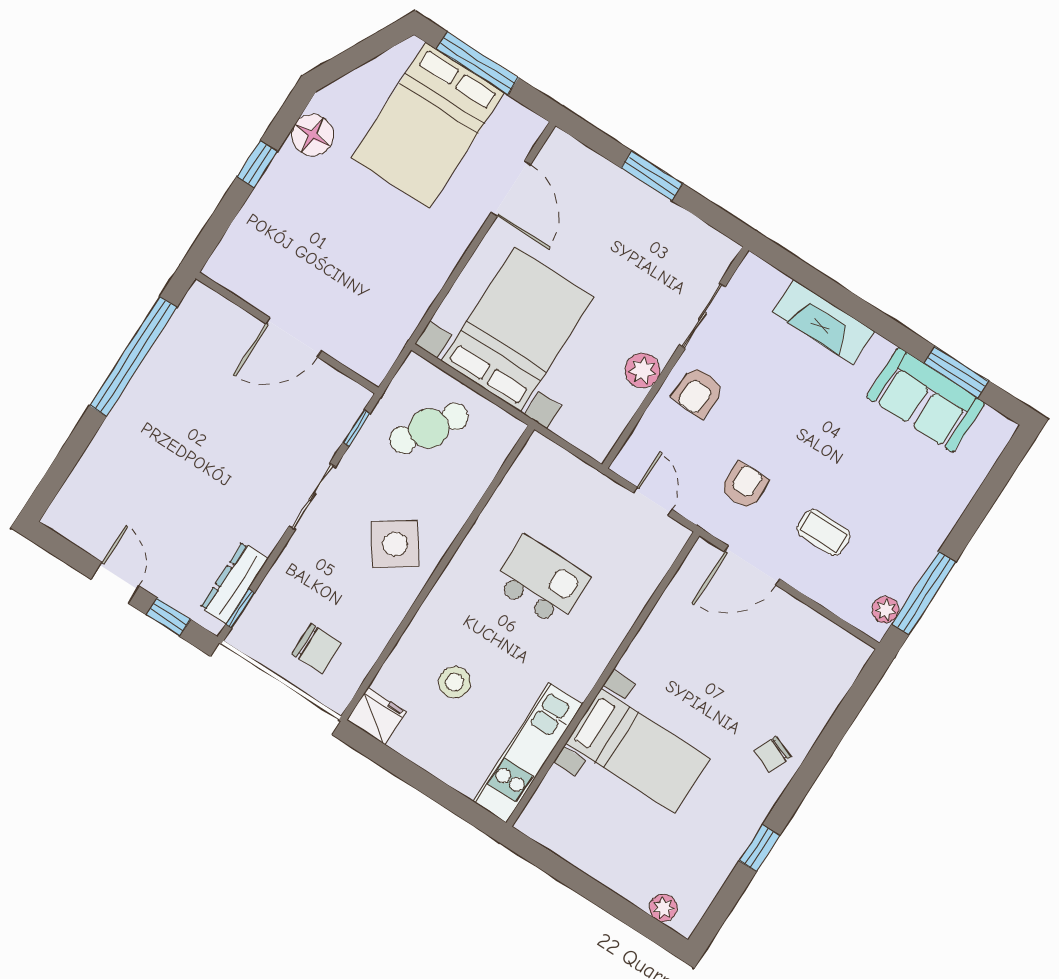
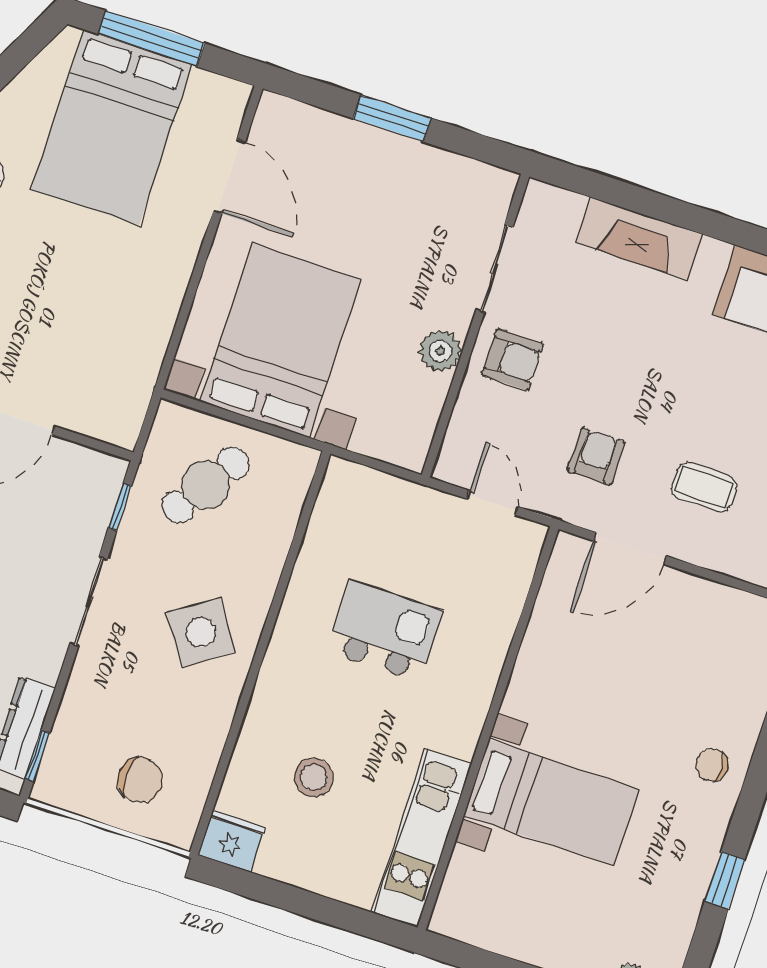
armchair: (698, 392) -> (513, 360), turned -94
chair: (773, 754) -> (712, 765), turned 68

